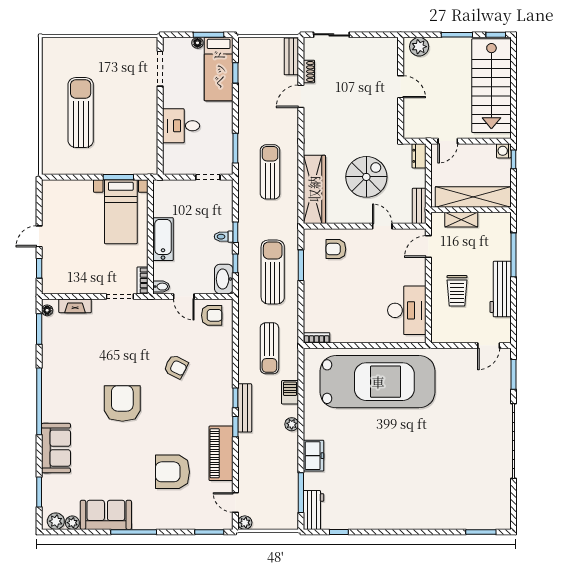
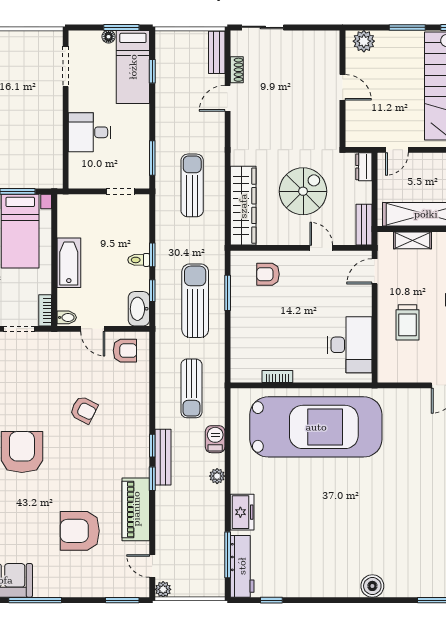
bookcase: (317, 338) -> (277, 376), moved
workbench: (313, 510) -> (242, 566), width x1.38
boiler: (427, 520) -> (372, 586), added

